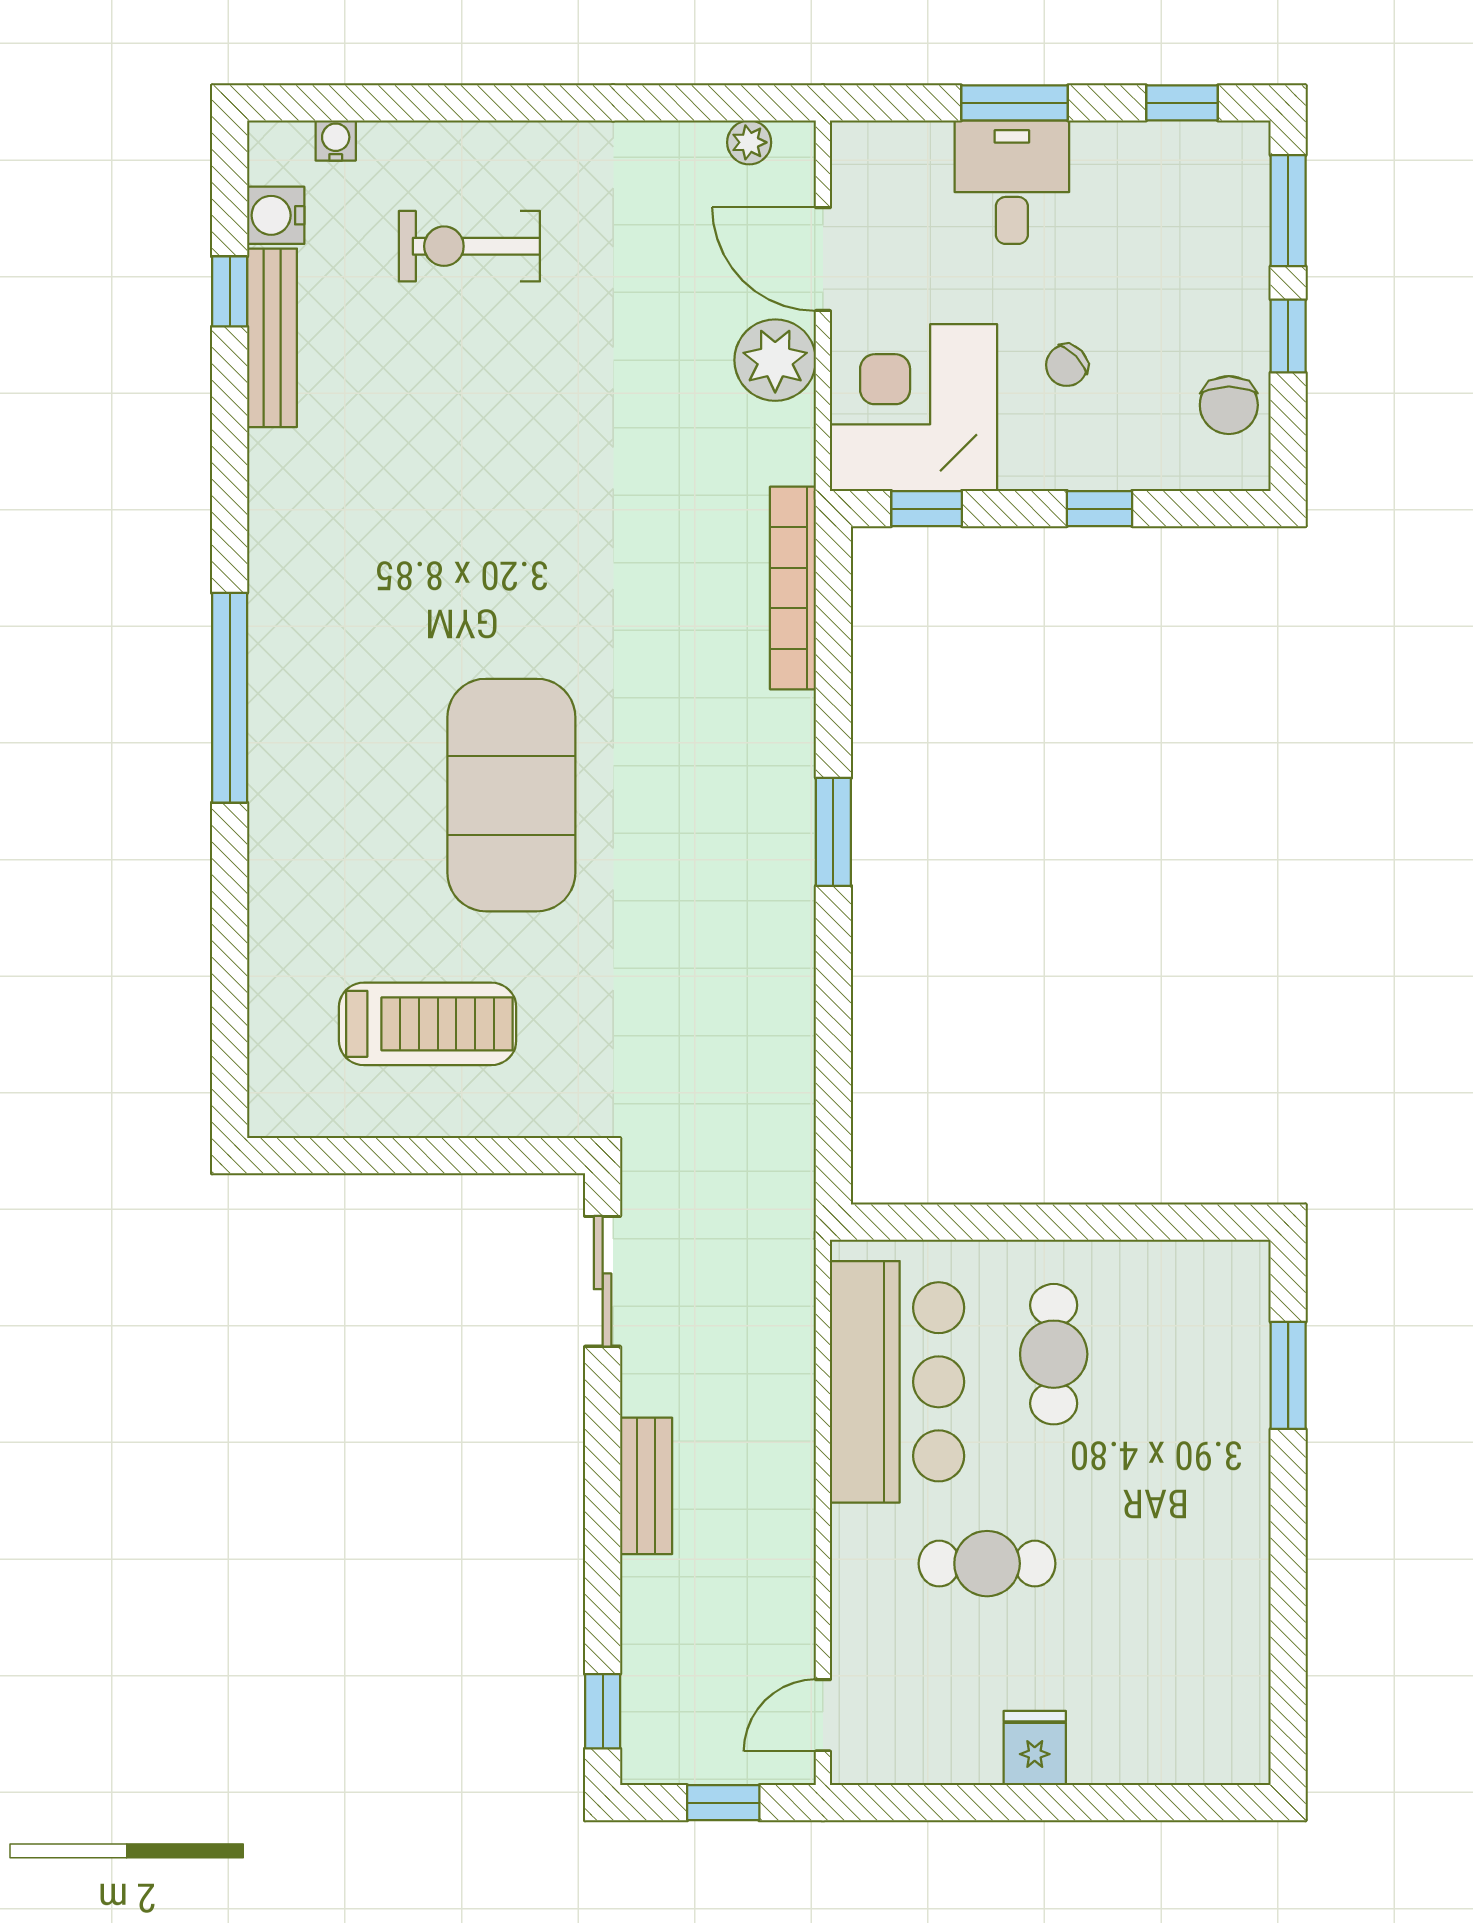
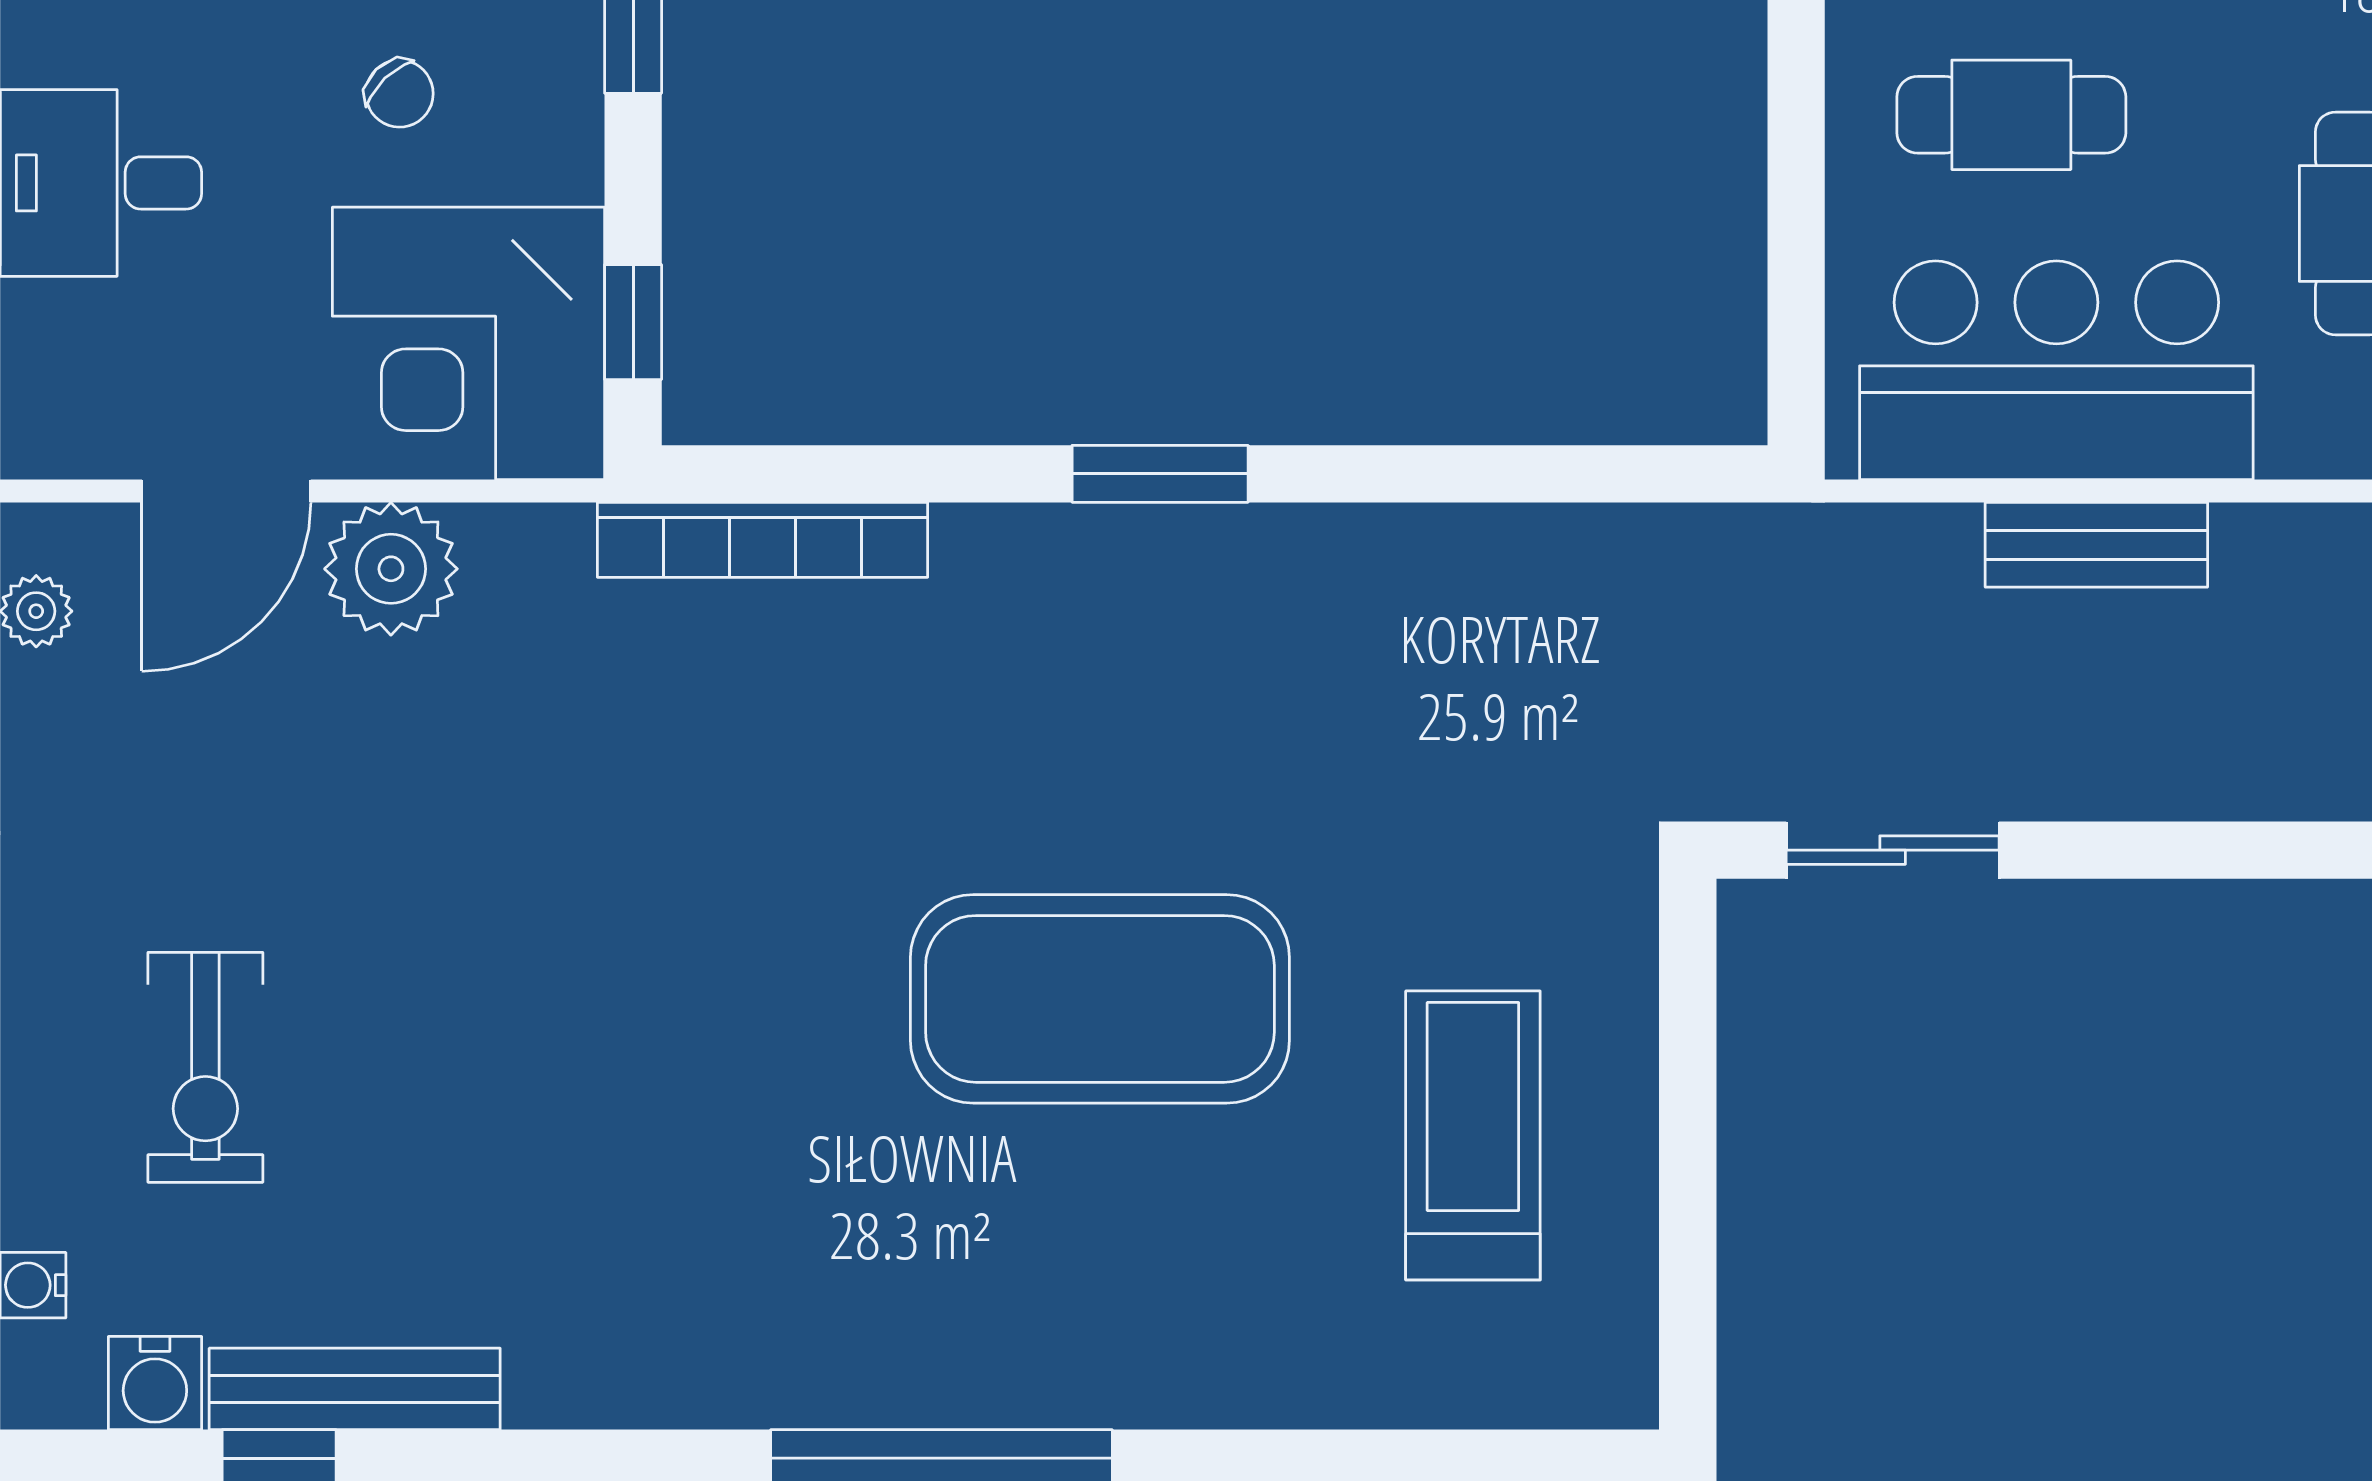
bench: (646, 1486) -> (2096, 545), moved

